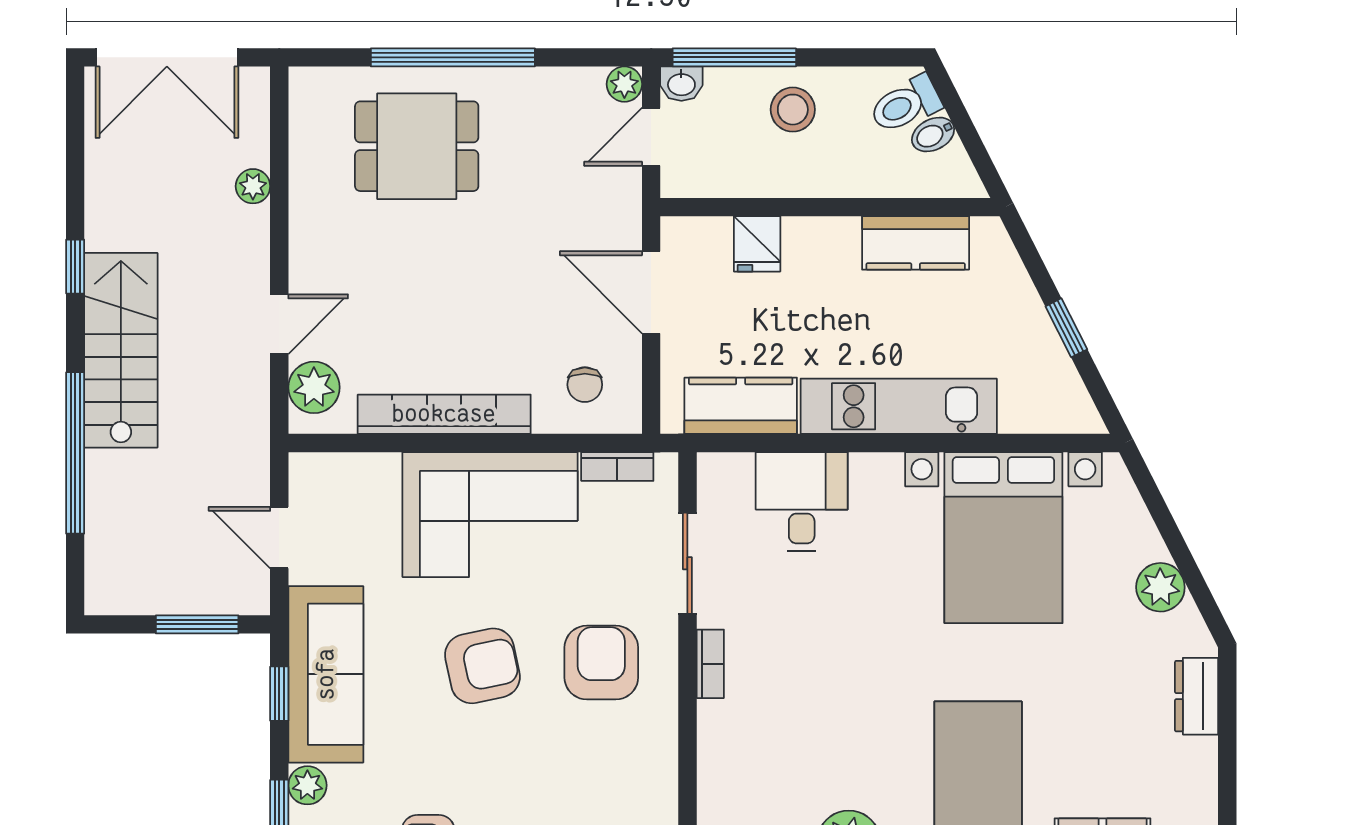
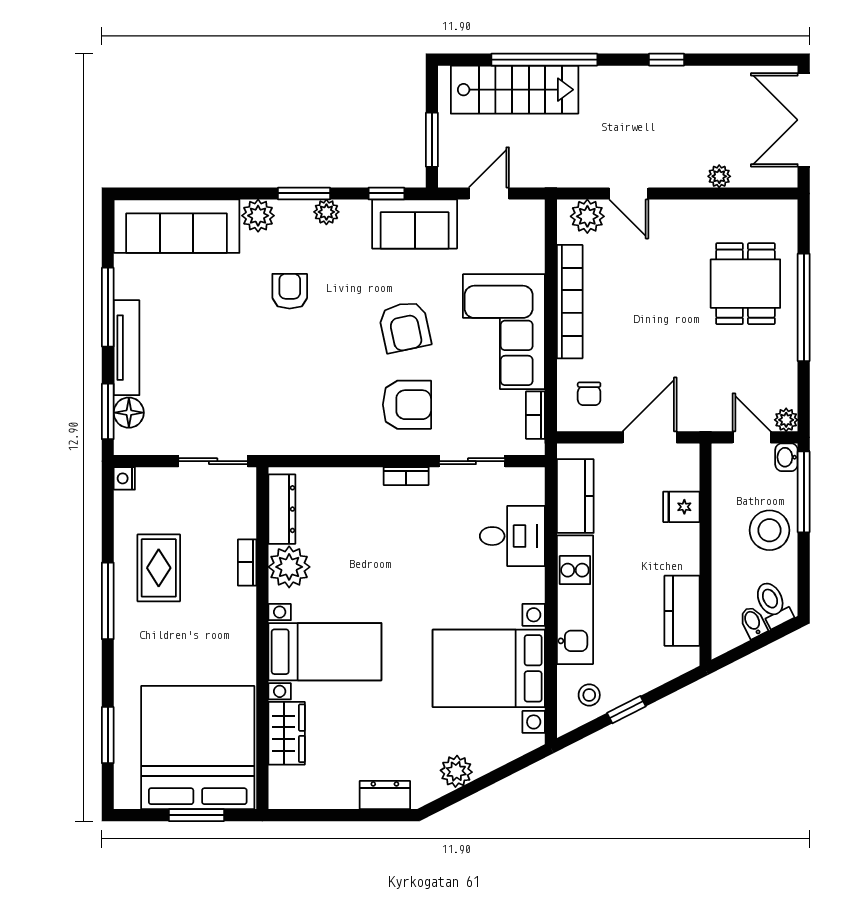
stool: (793, 110) -> (769, 530), width x1.38, depth x1.38
stairs: (121, 350) -> (515, 90), moved
chair: (585, 385) -> (589, 394), turned -90
stool: (1044, 385) -> (589, 695), added
sofa: (326, 674) -> (415, 224), width x0.73

